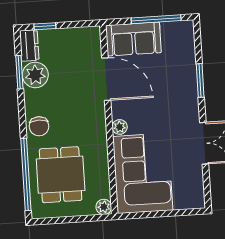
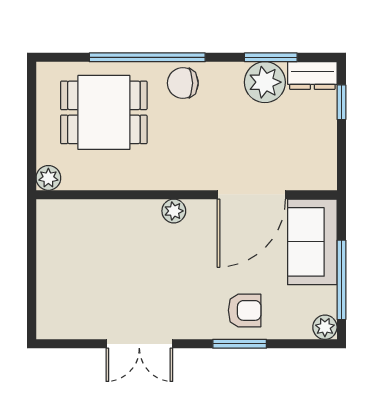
plant: (186, 28) -> (325, 327), added
armchair: (179, 79) -> (245, 310), added
corner sofa: (143, 173) -> (98, 243), removed
window: (26, 175) -> (147, 57), moved

